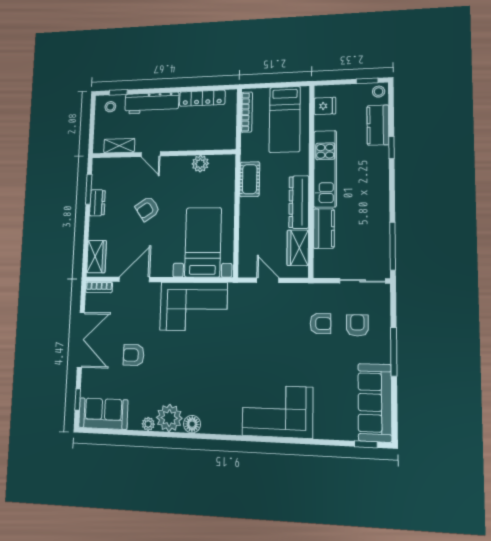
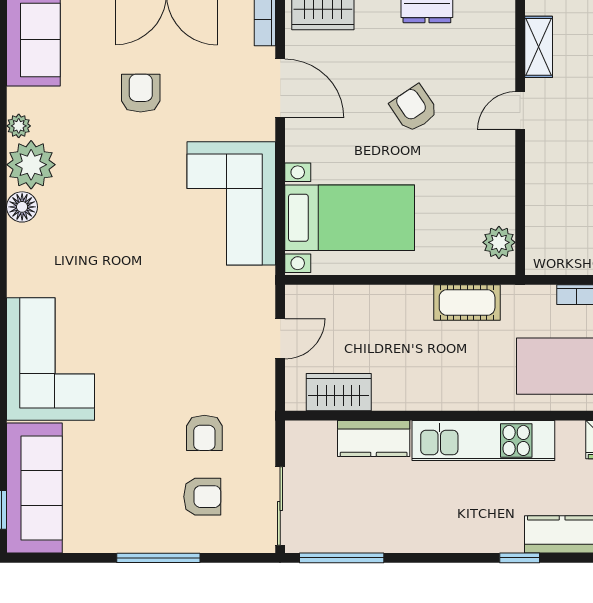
plant: (200, 164) -> (499, 242), moved
dresser: (299, 202) -> (423, 393), removed
sofa: (375, 403) -> (34, 488), moved, turned 90

